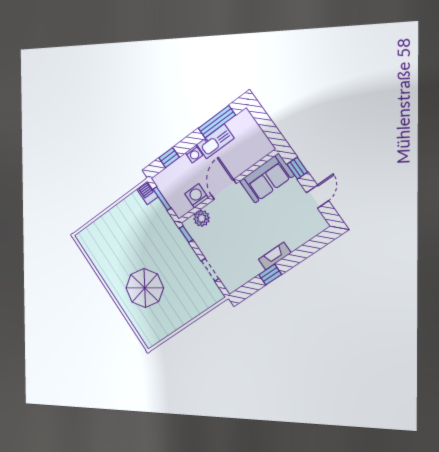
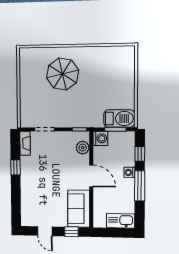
window: (217, 122) -> (140, 186), moved
kitchen sink: (215, 141) -> (121, 221), moved, turned 90
barbecue: (147, 193) -> (119, 119), width x1.88, depth x1.53
washing machine: (196, 196) -> (100, 138), moved
fireplace: (275, 256) -> (25, 143), moved

